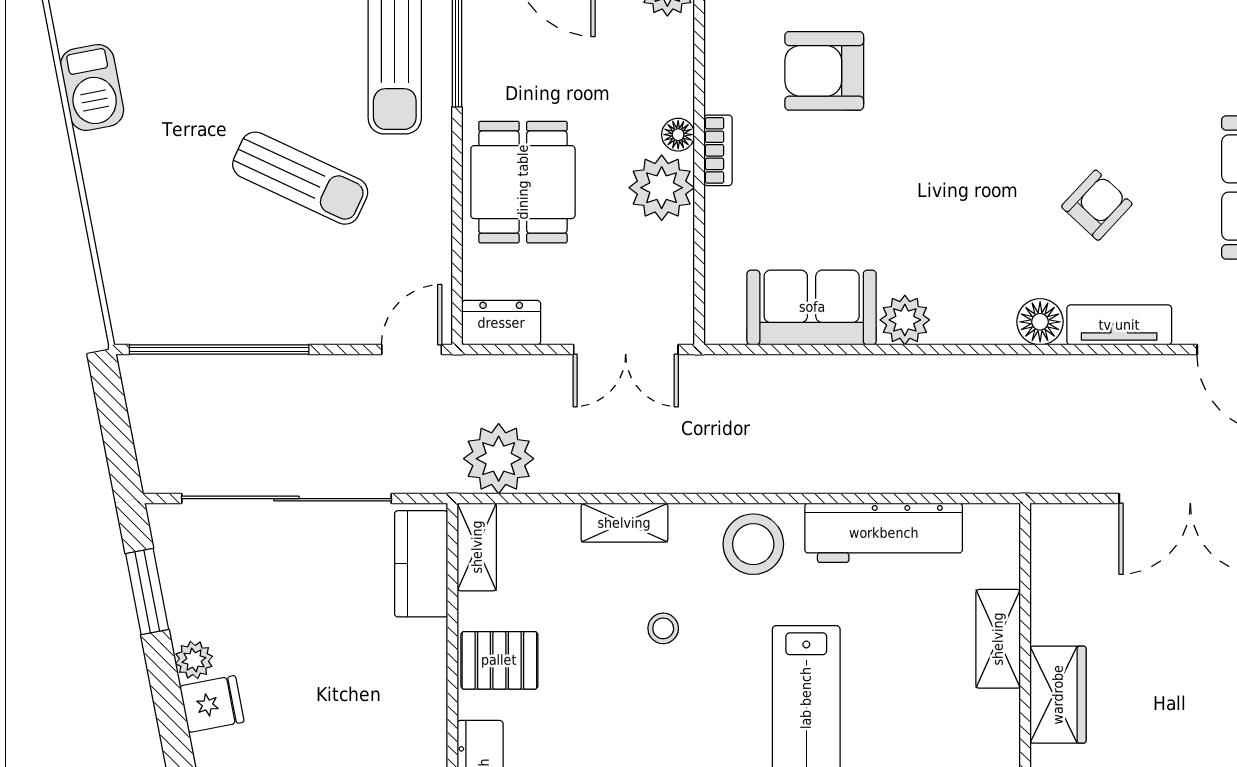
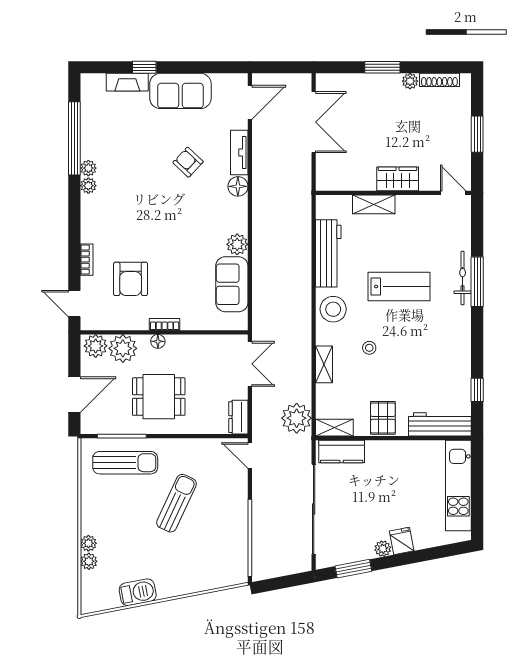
dining table: (523, 182) -> (159, 397), moved
plant: (662, 188) -> (123, 348), moved

